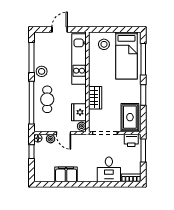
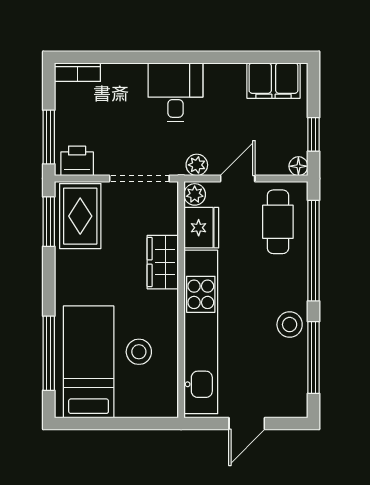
stool: (104, 44) -> (139, 352), moved
kitchen unit: (79, 59) -> (201, 332), width x1.36
window: (143, 95) -> (49, 222), moved
cafe table: (47, 99) -> (278, 222), moved
door: (64, 133) -> (238, 178), hinge flipped
plant: (51, 139) -> (197, 165), moved
desk: (109, 169) -> (175, 92), moved
filing cabinet: (66, 174) -> (273, 81), moved

